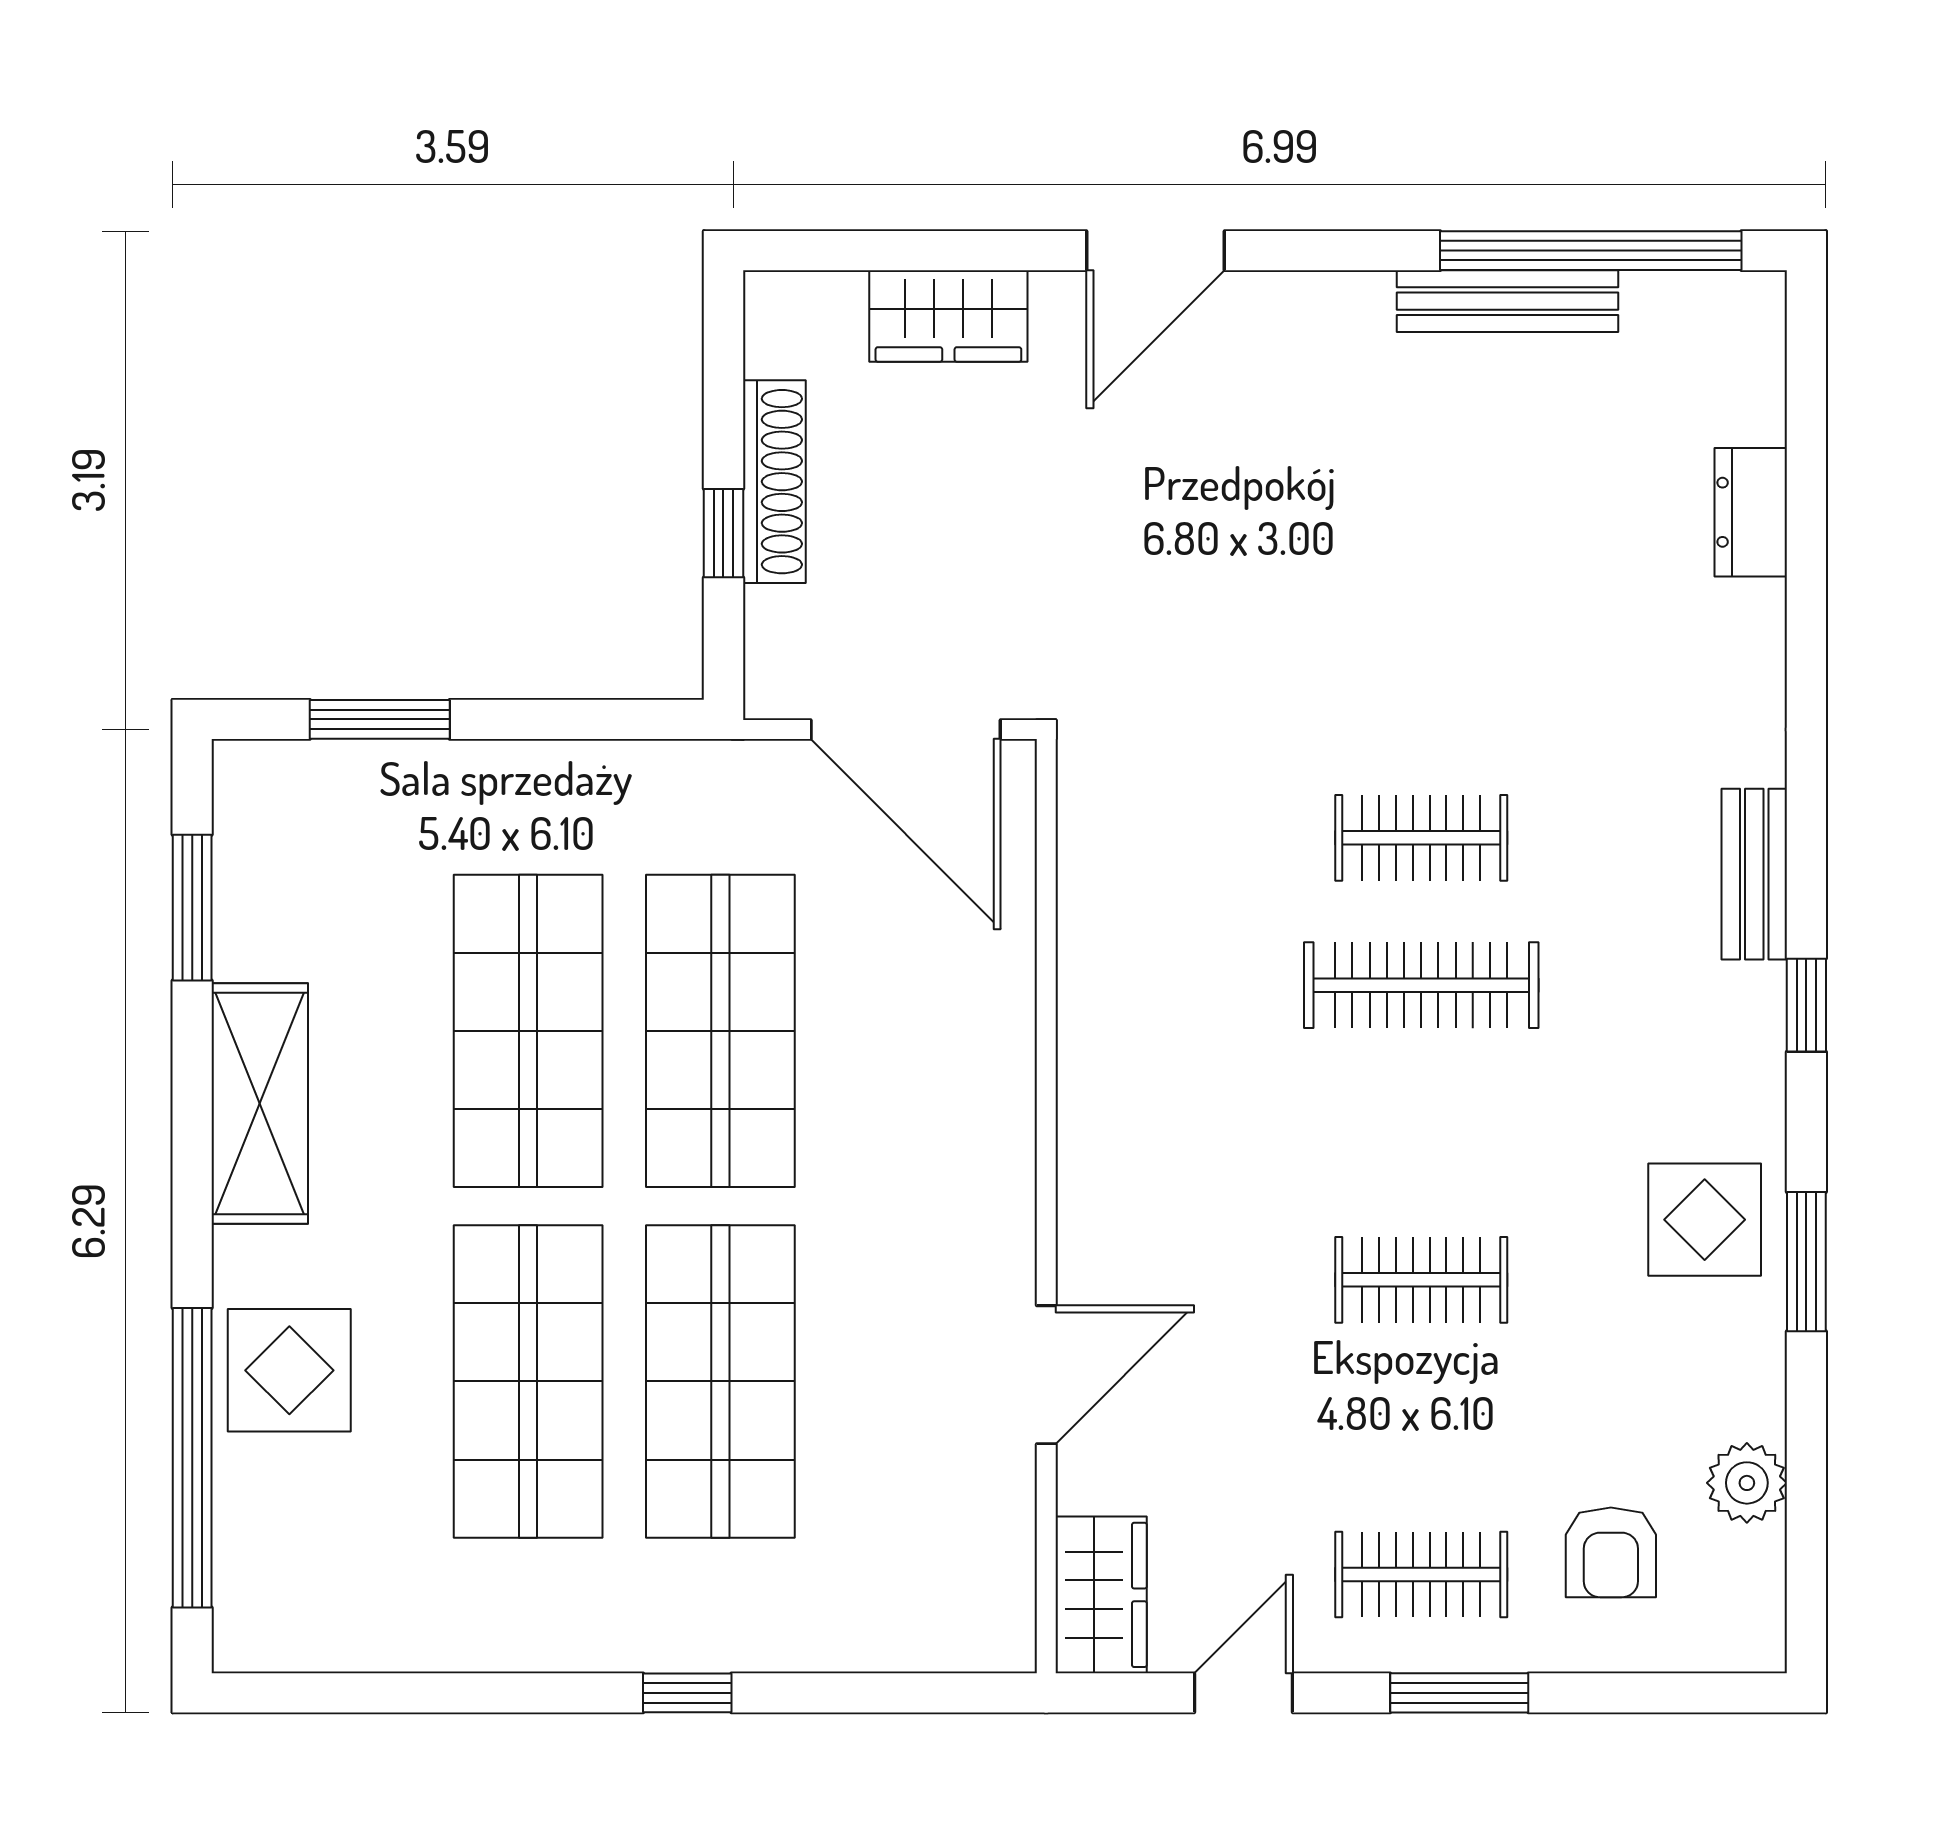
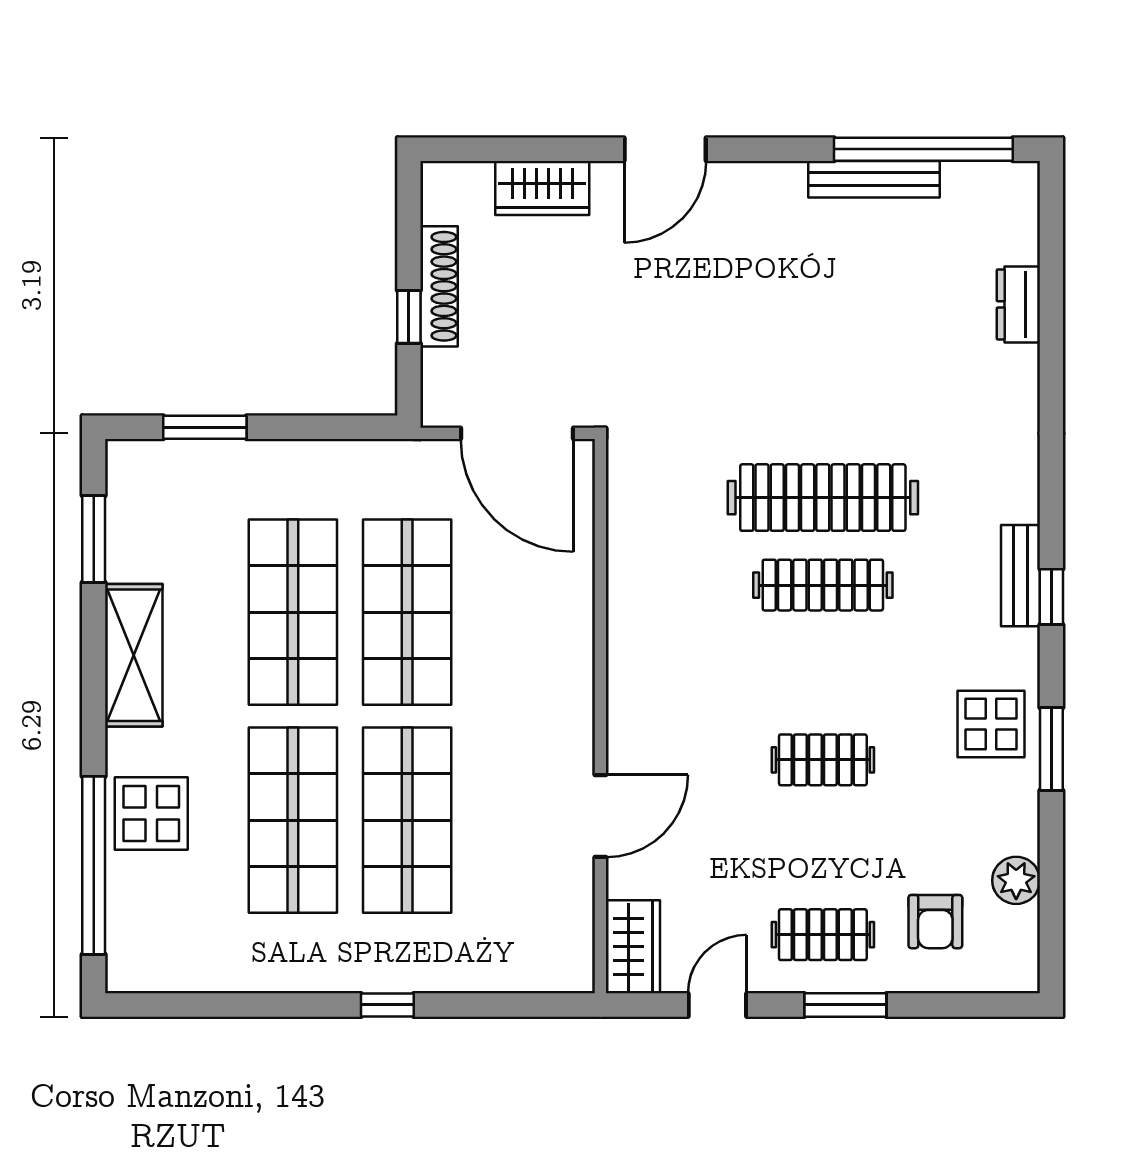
clothes rail: (1421, 838) -> (823, 498), width x1.86, depth x1.31
bench: (1754, 874) -> (1020, 576), moved

